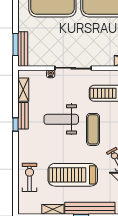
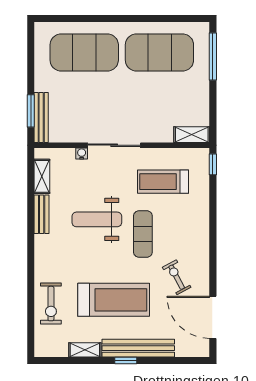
window: (16, 124) -> (31, 227), removed
treadmill: (73, 175) -> (114, 300), turned 180
exercise bike: (30, 177) -> (51, 304), turned 180

